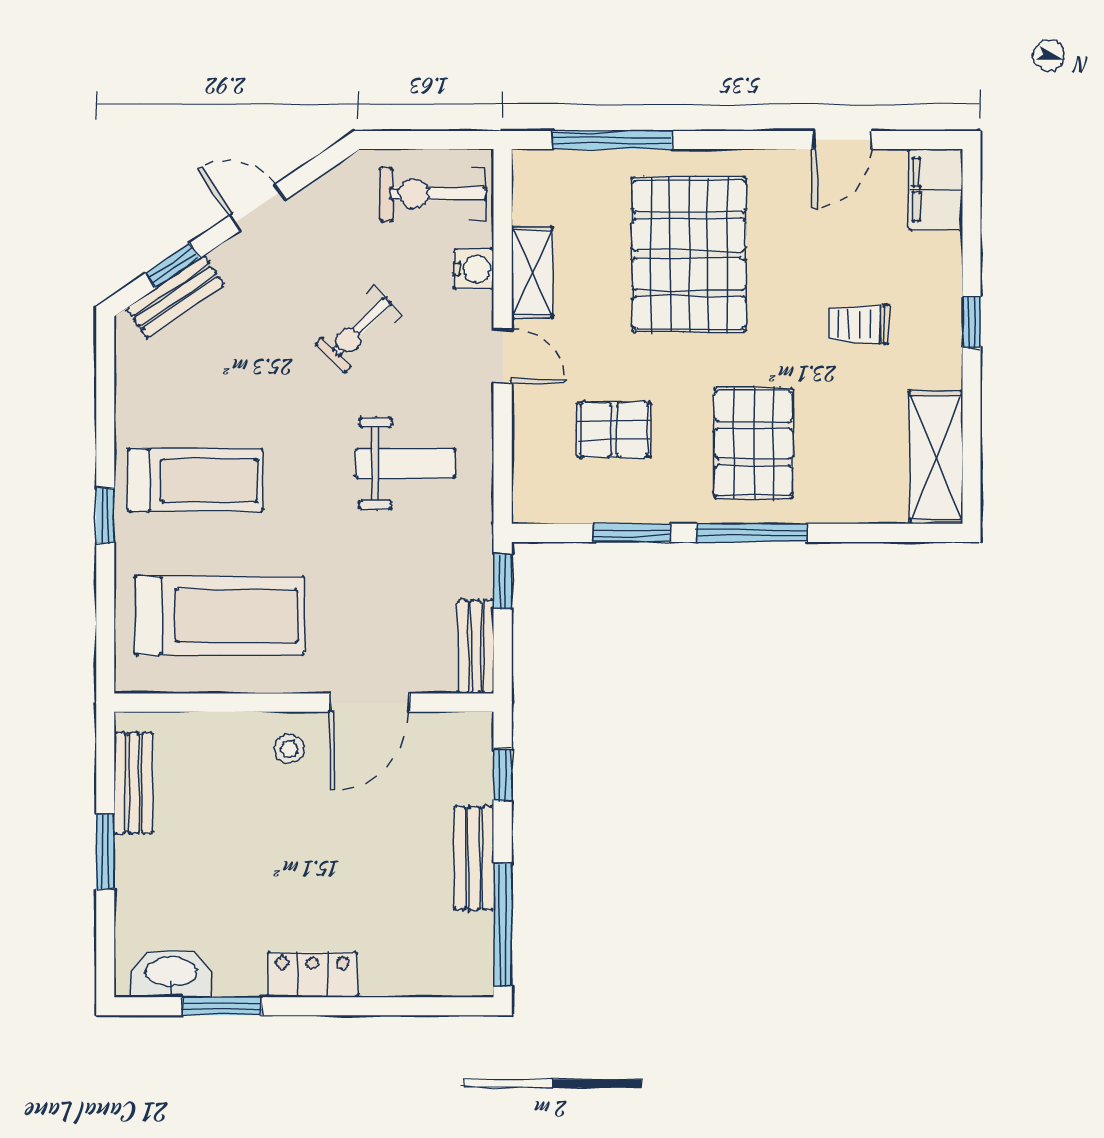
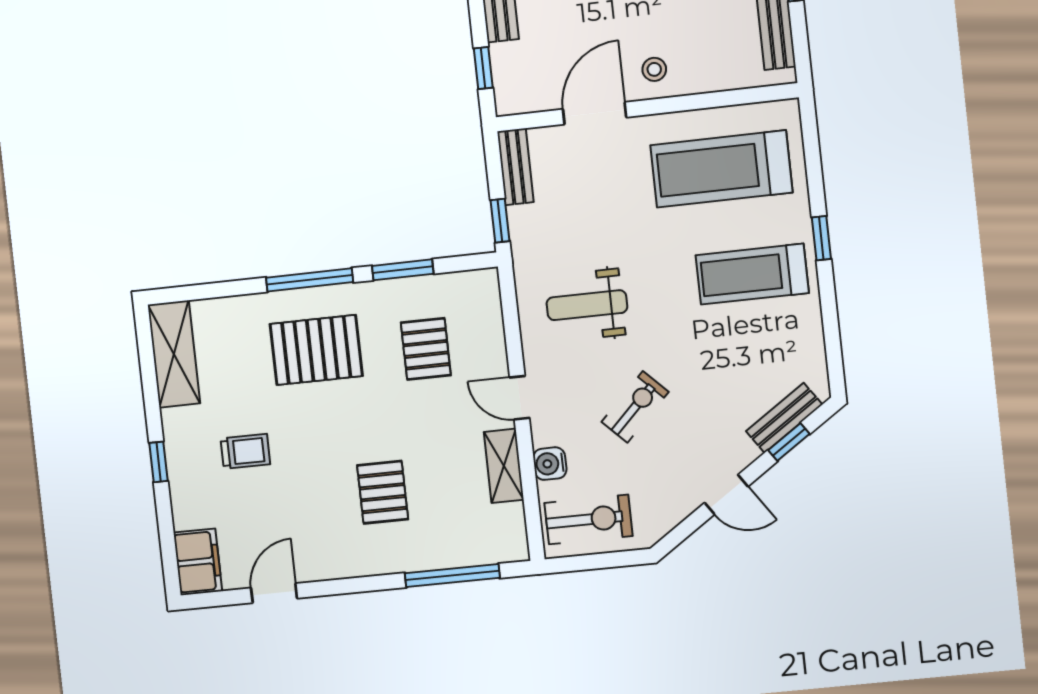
pallet: (689, 254) -> (383, 492), width x0.49, depth x0.50
pallet: (614, 430) -> (426, 349), turned 90
pallet: (753, 443) -> (316, 350), turned 90

